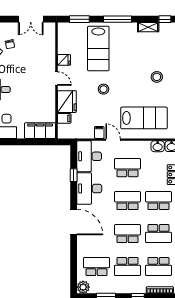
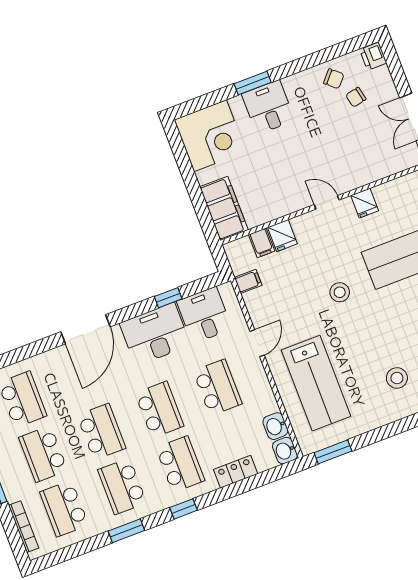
door: (56, 79) -> (327, 202), swing flipped
fridge: (67, 102) -> (282, 236), width x0.53, depth x0.75
filing cabinet: (99, 132) -> (248, 281), moved
desk: (89, 156) -> (204, 315), width x0.73

